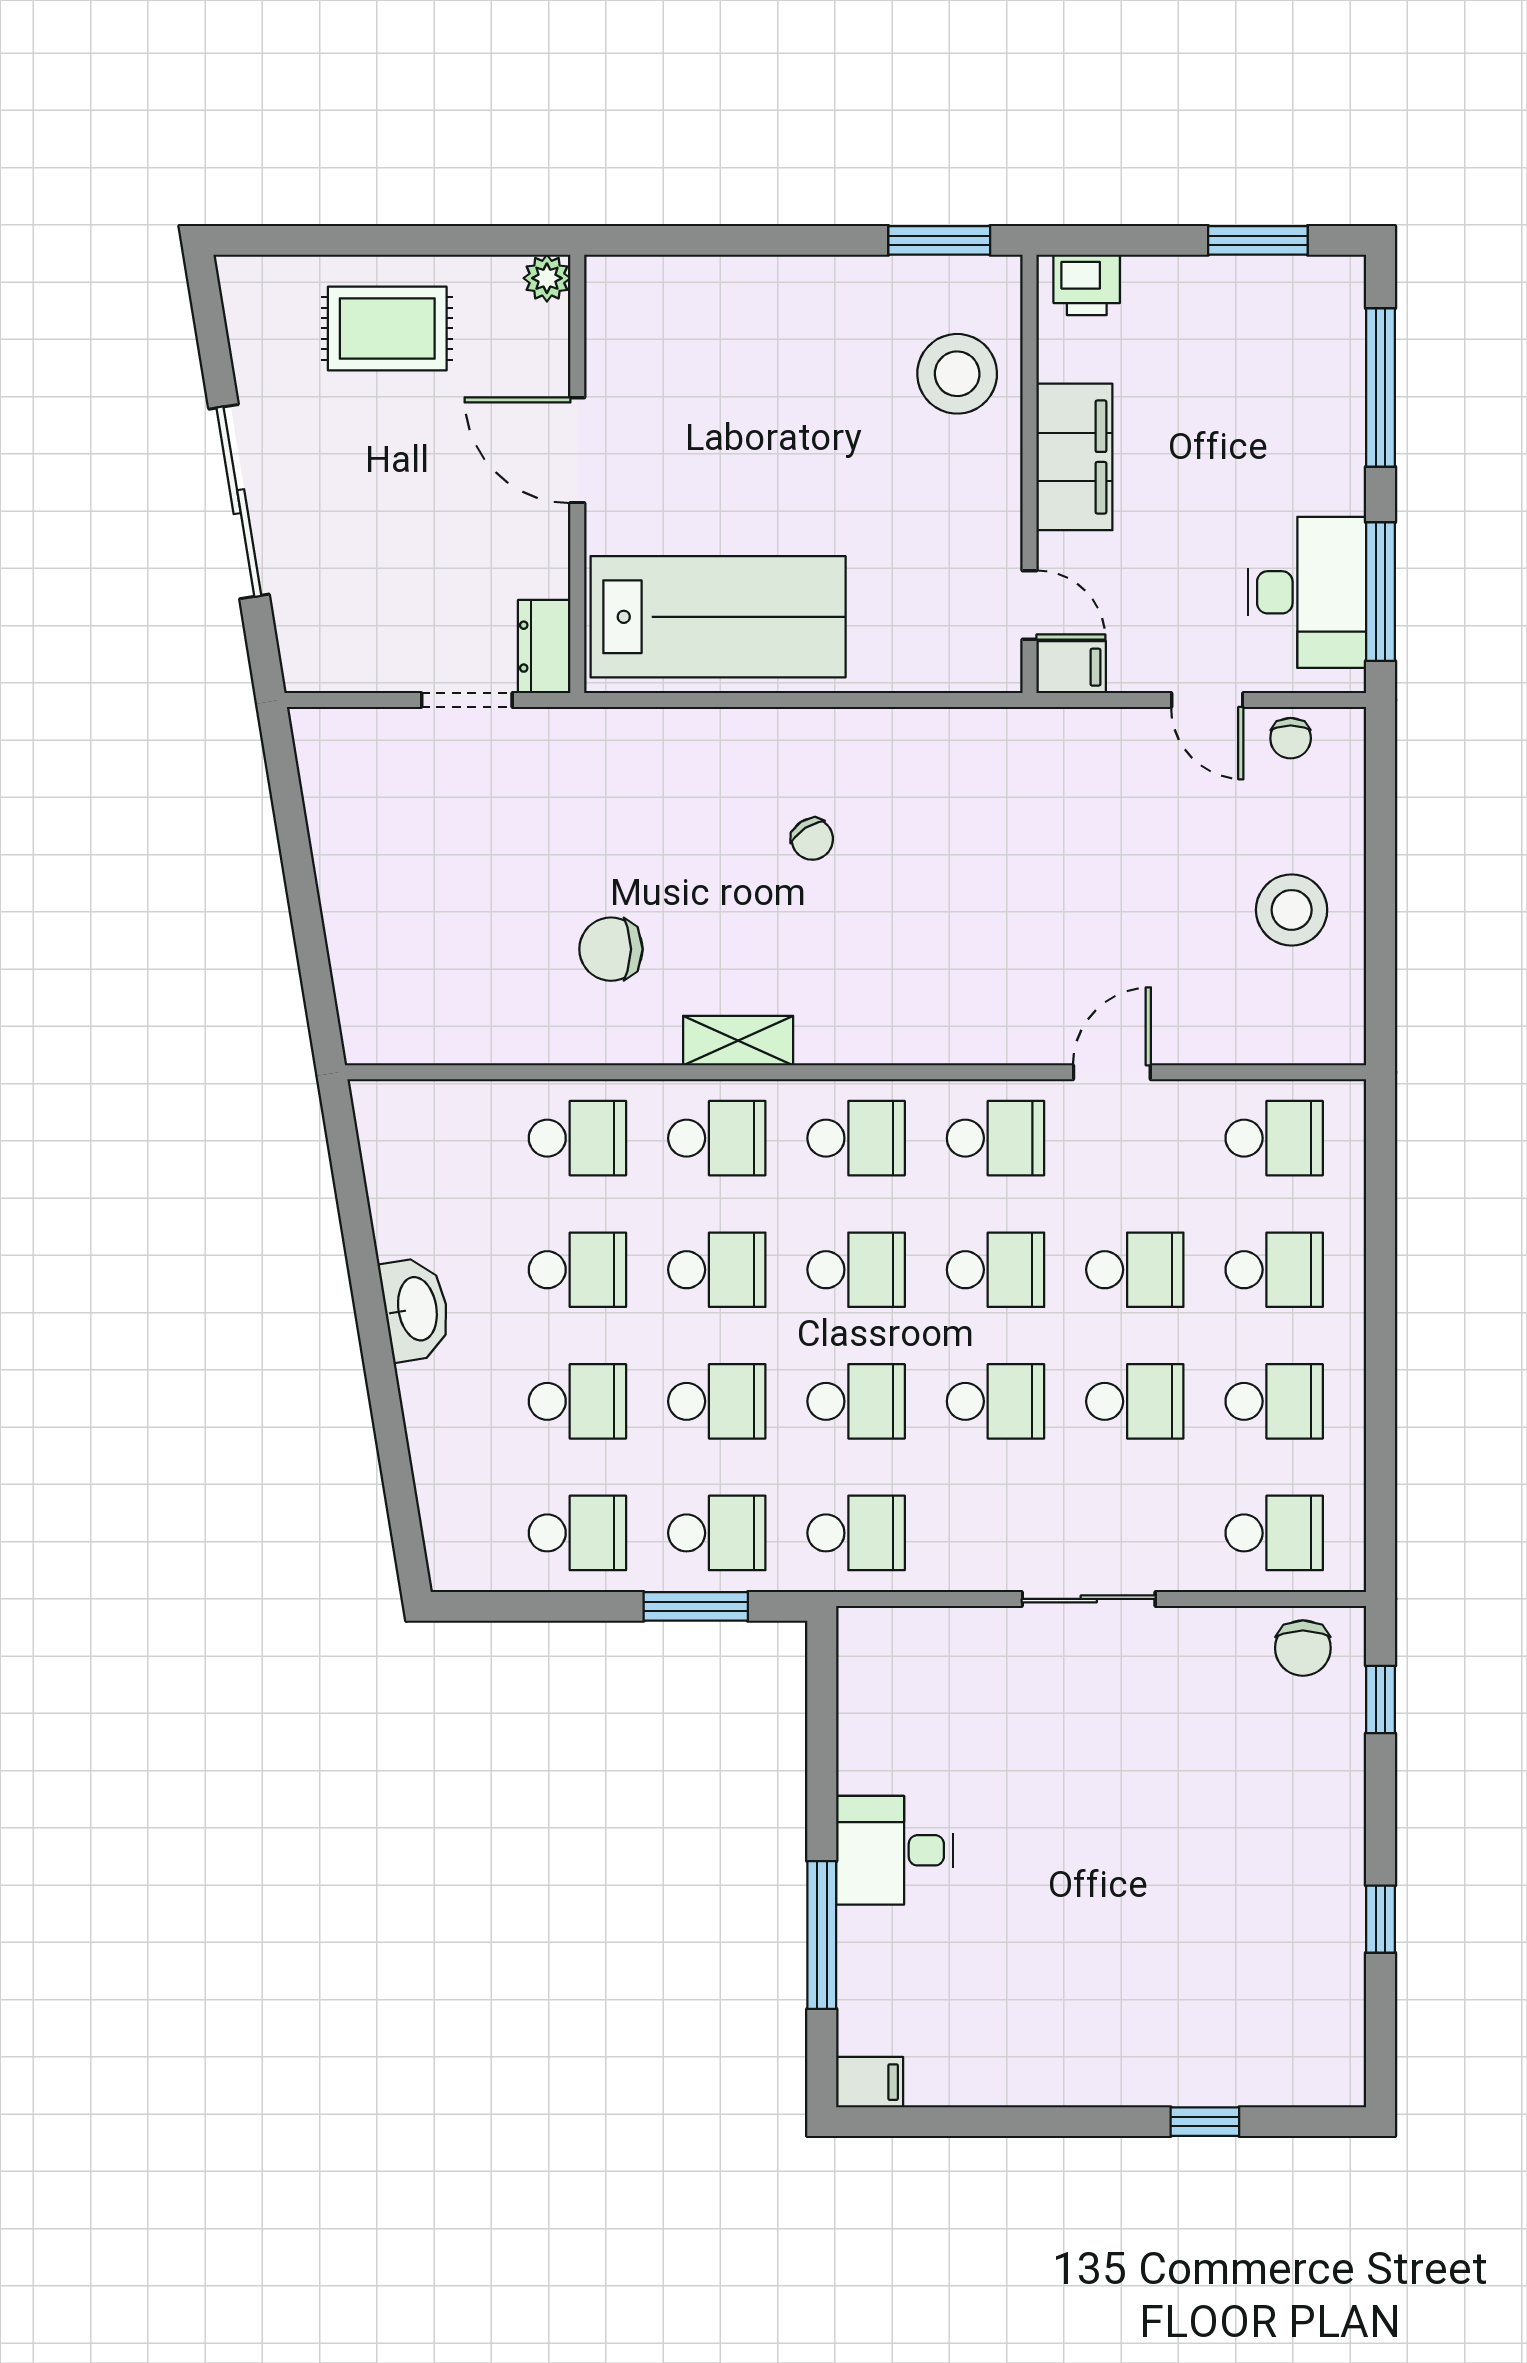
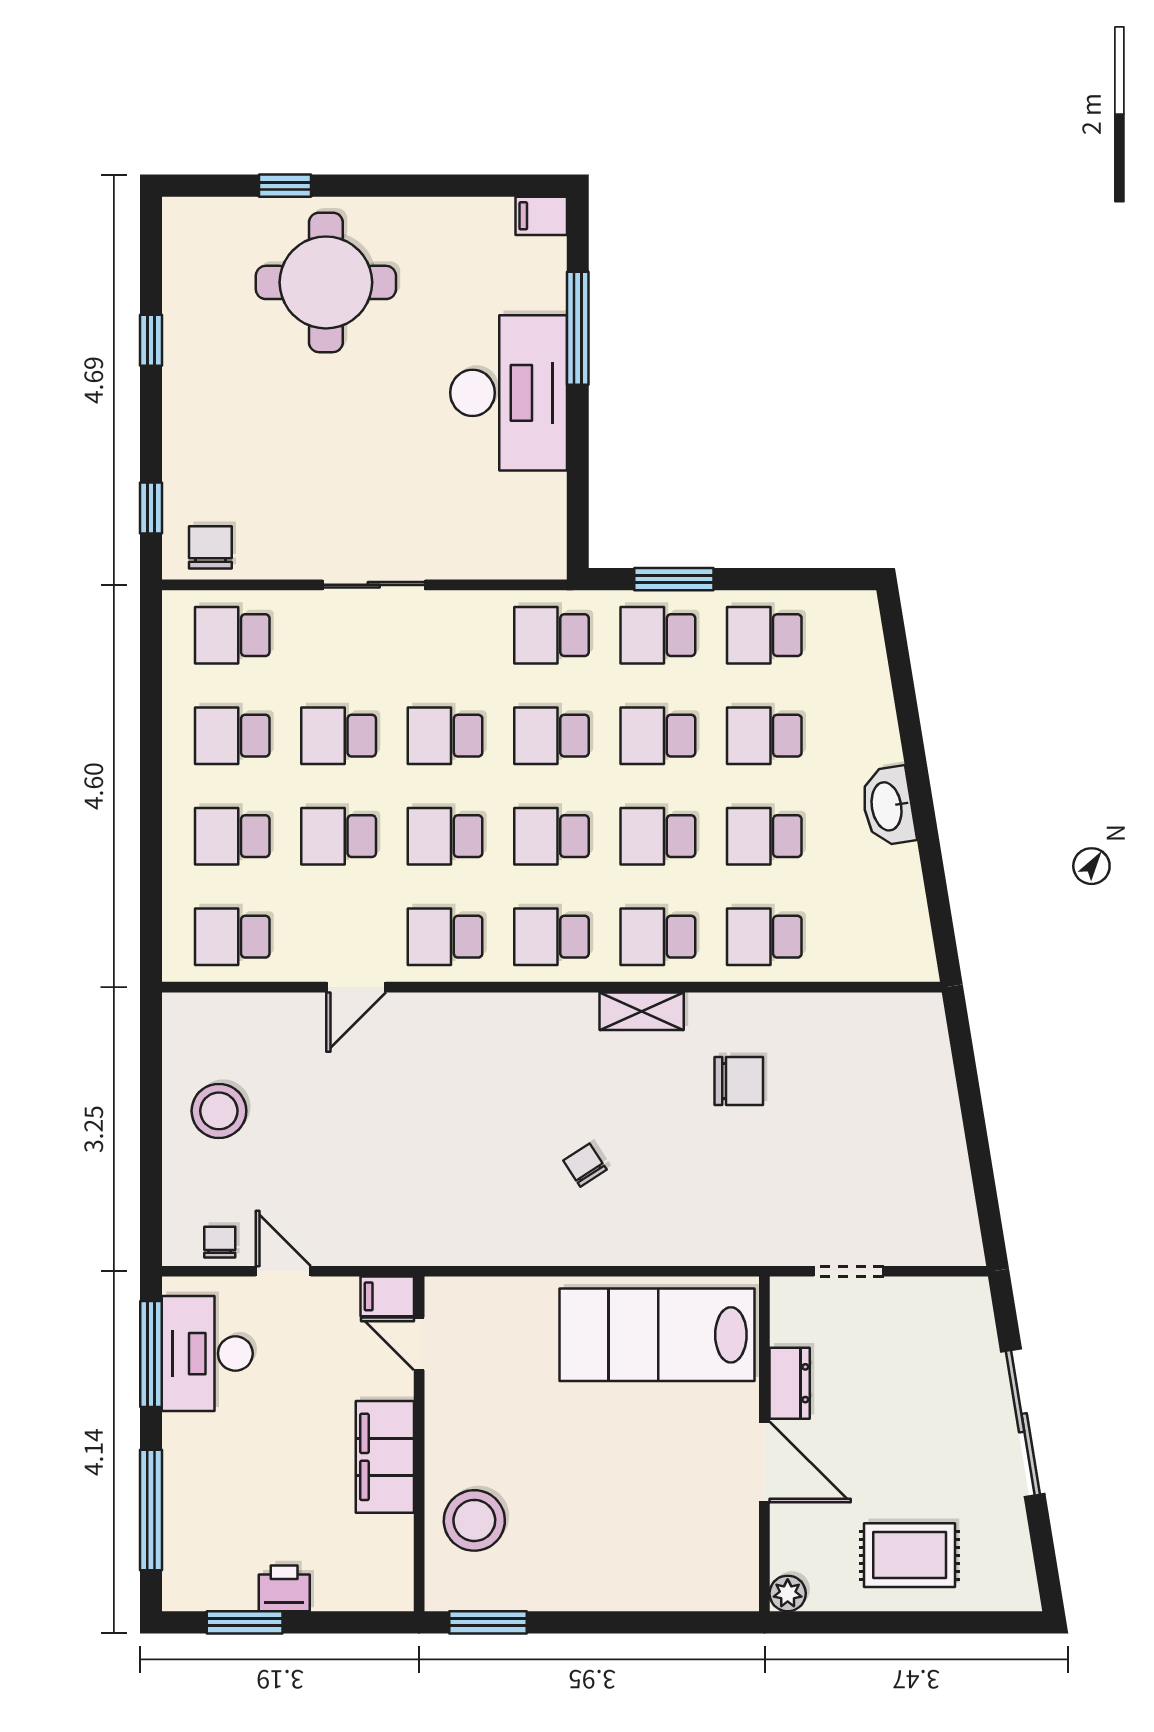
printer: (1087, 285) -> (284, 1588), moved
dresser: (544, 647) -> (790, 1383), moved
desk: (895, 1850) -> (509, 393), width x1.87, depth x1.30
round table: (1152, 1995) -> (326, 282), added

